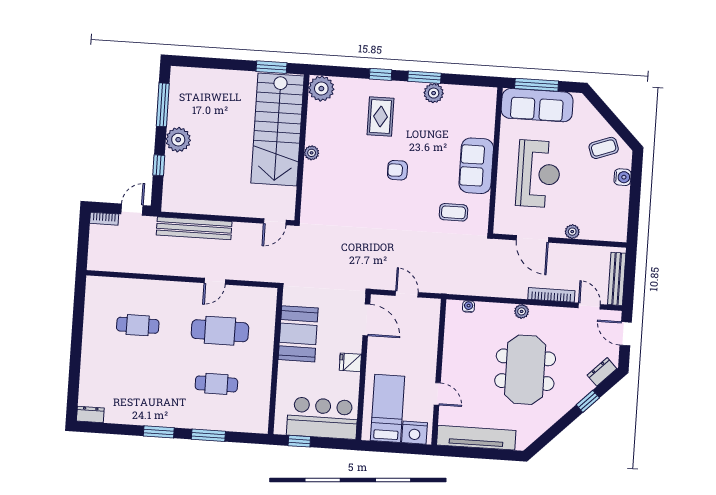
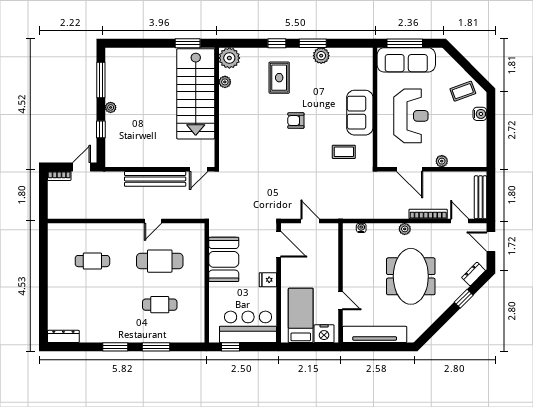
plant: (178, 140) -> (111, 107), width x0.53, depth x0.53
plant: (312, 153) -> (225, 82), moved
bench: (194, 228) -> (155, 179), moved
dresser: (90, 414) -> (63, 336), width x1.44

